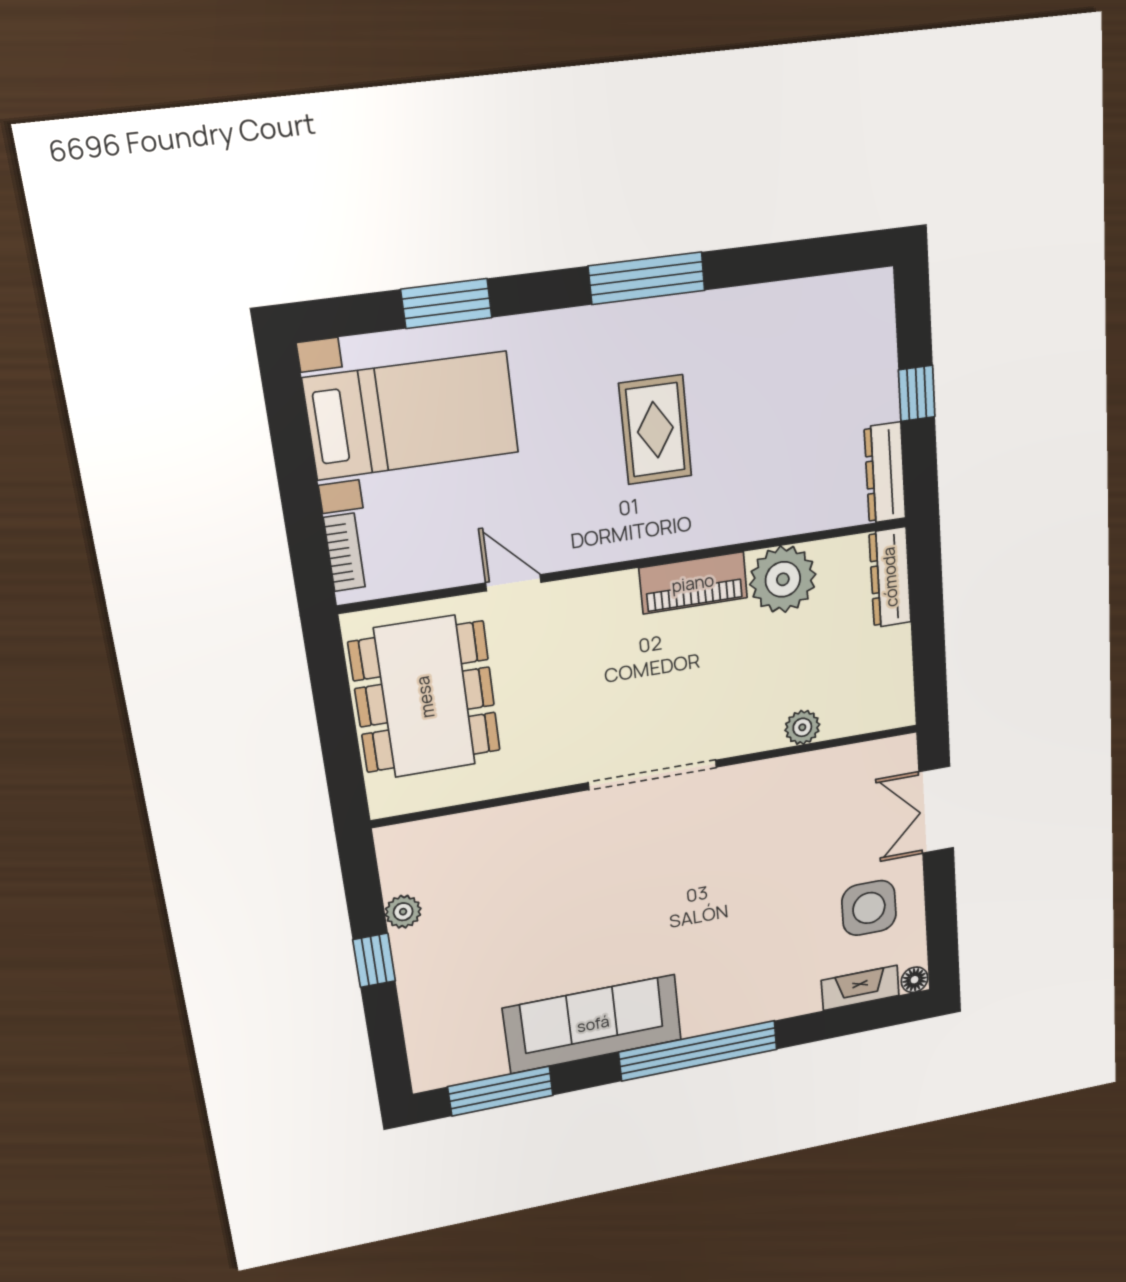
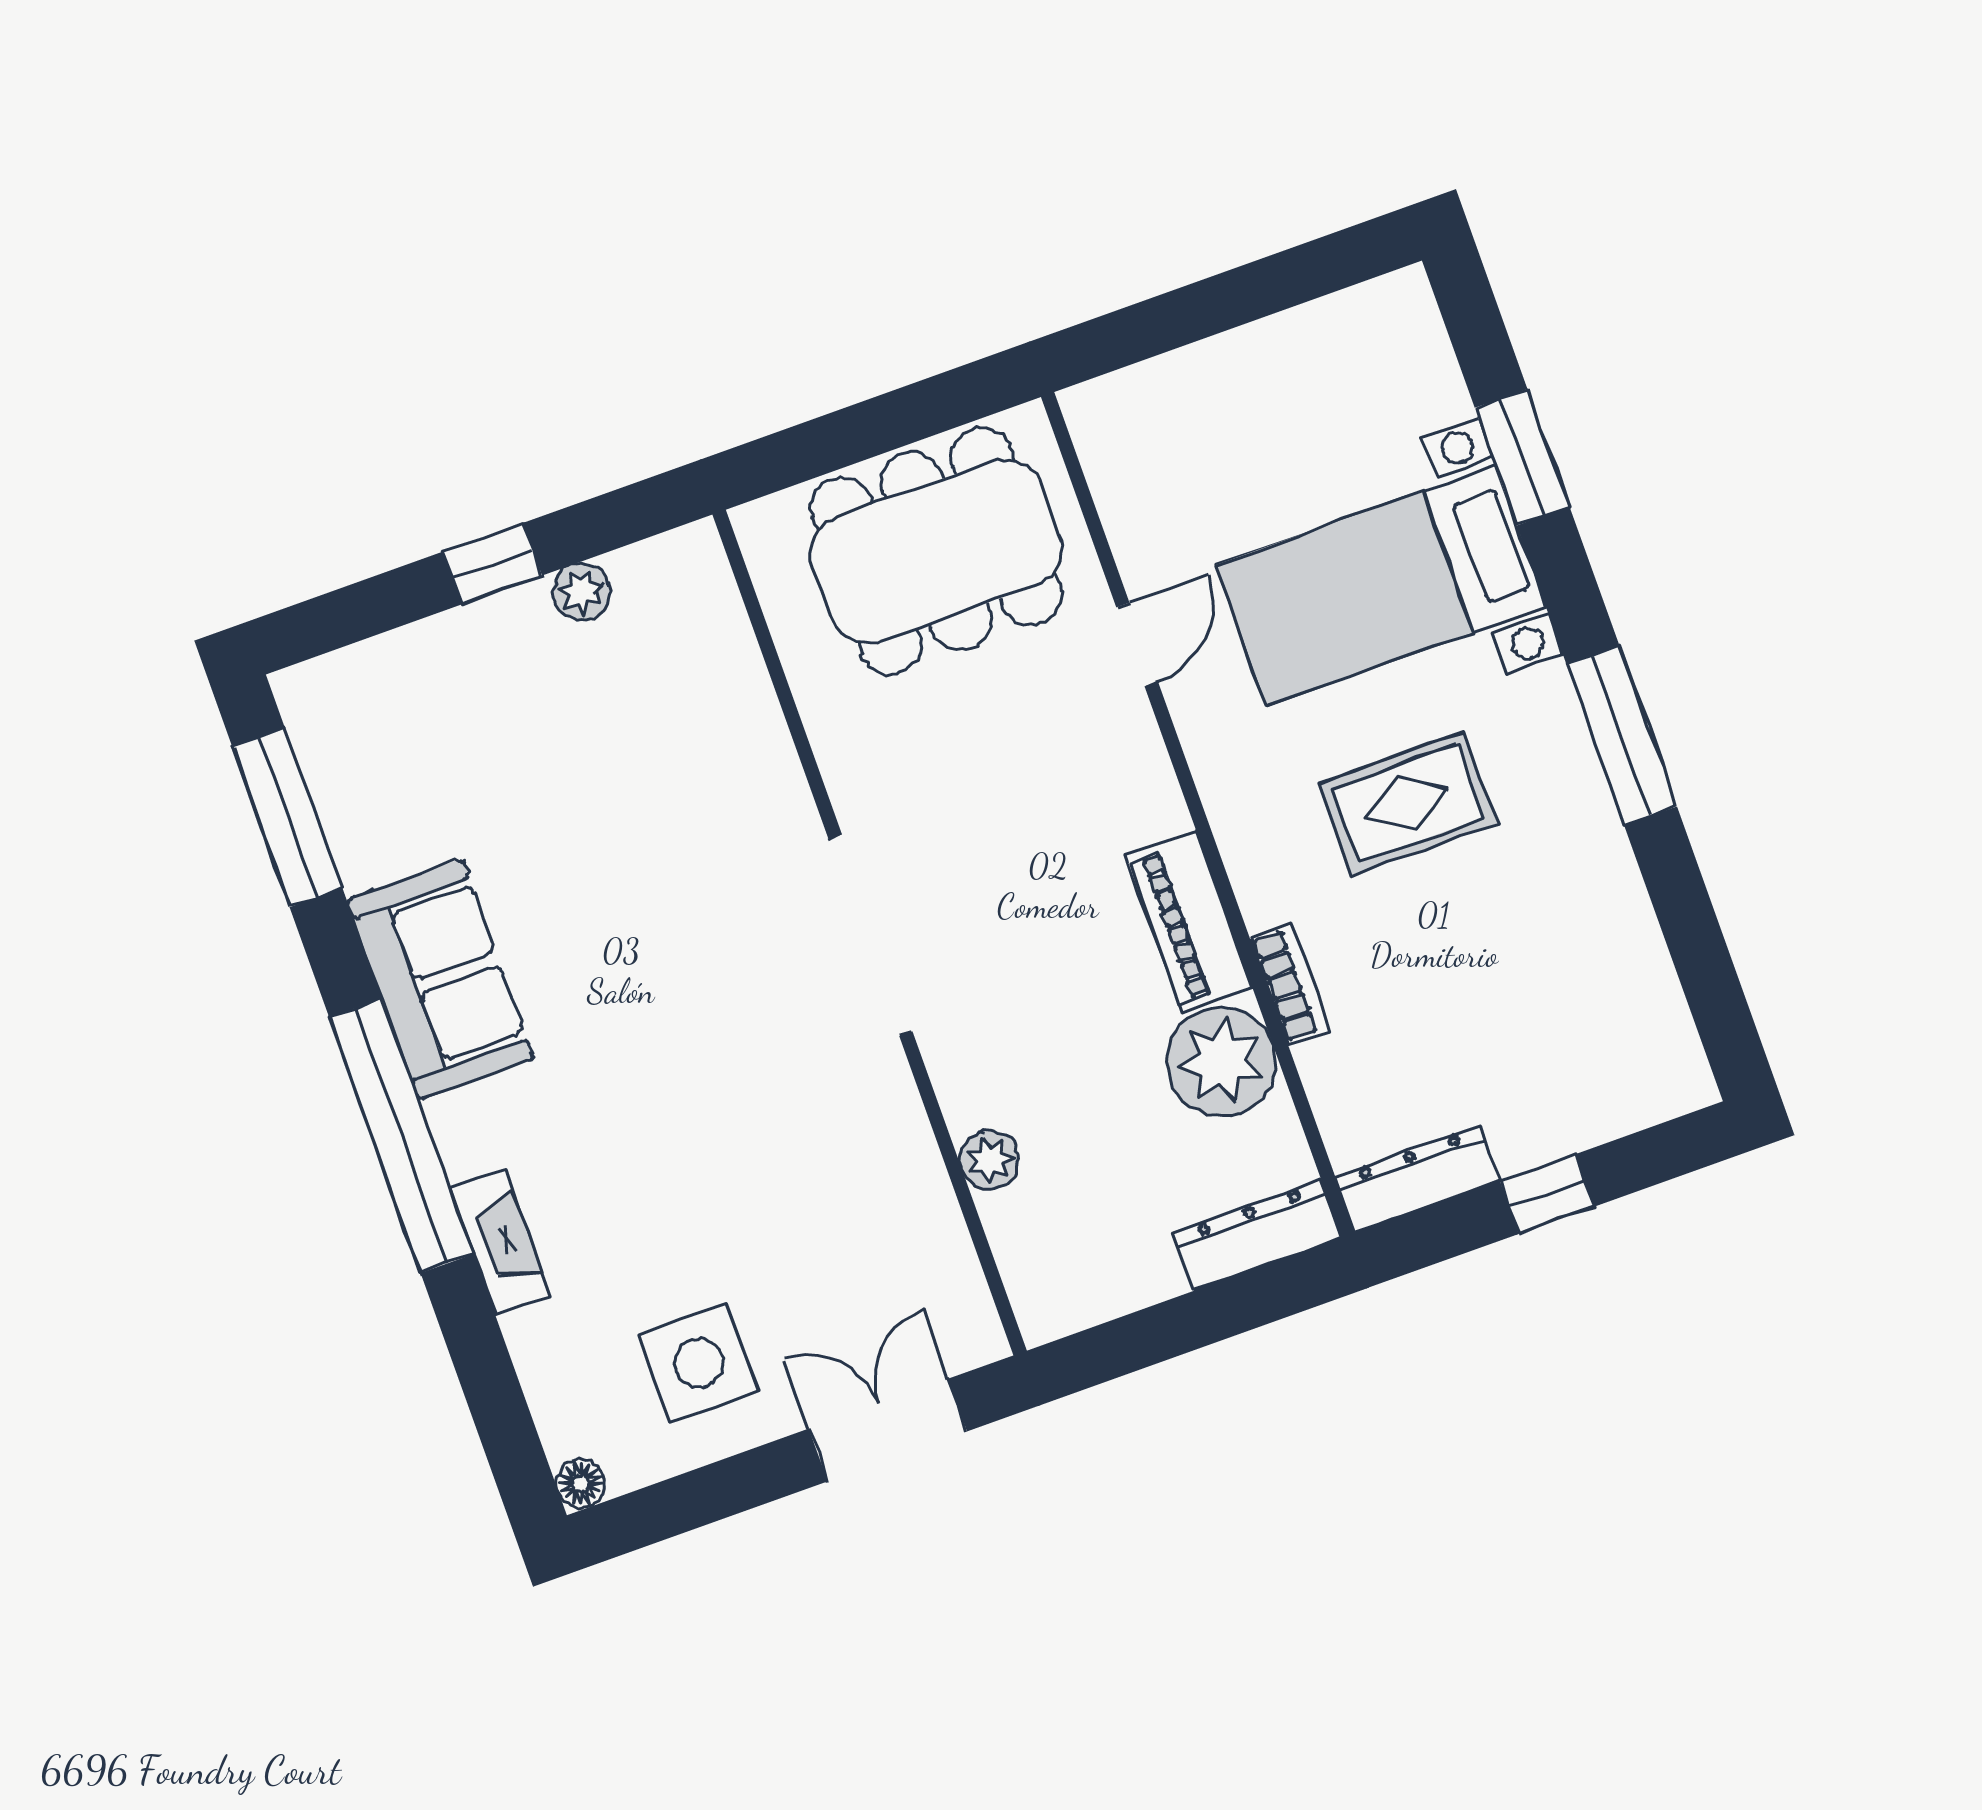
bed with nightstands: (412, 416) -> (1381, 586), moved, turned 90
bookcase: (344, 552) -> (1290, 984), moved, turned -90
fireplace: (860, 988) -> (500, 1242), moved
sofa: (593, 1024) -> (440, 979), width x0.73

